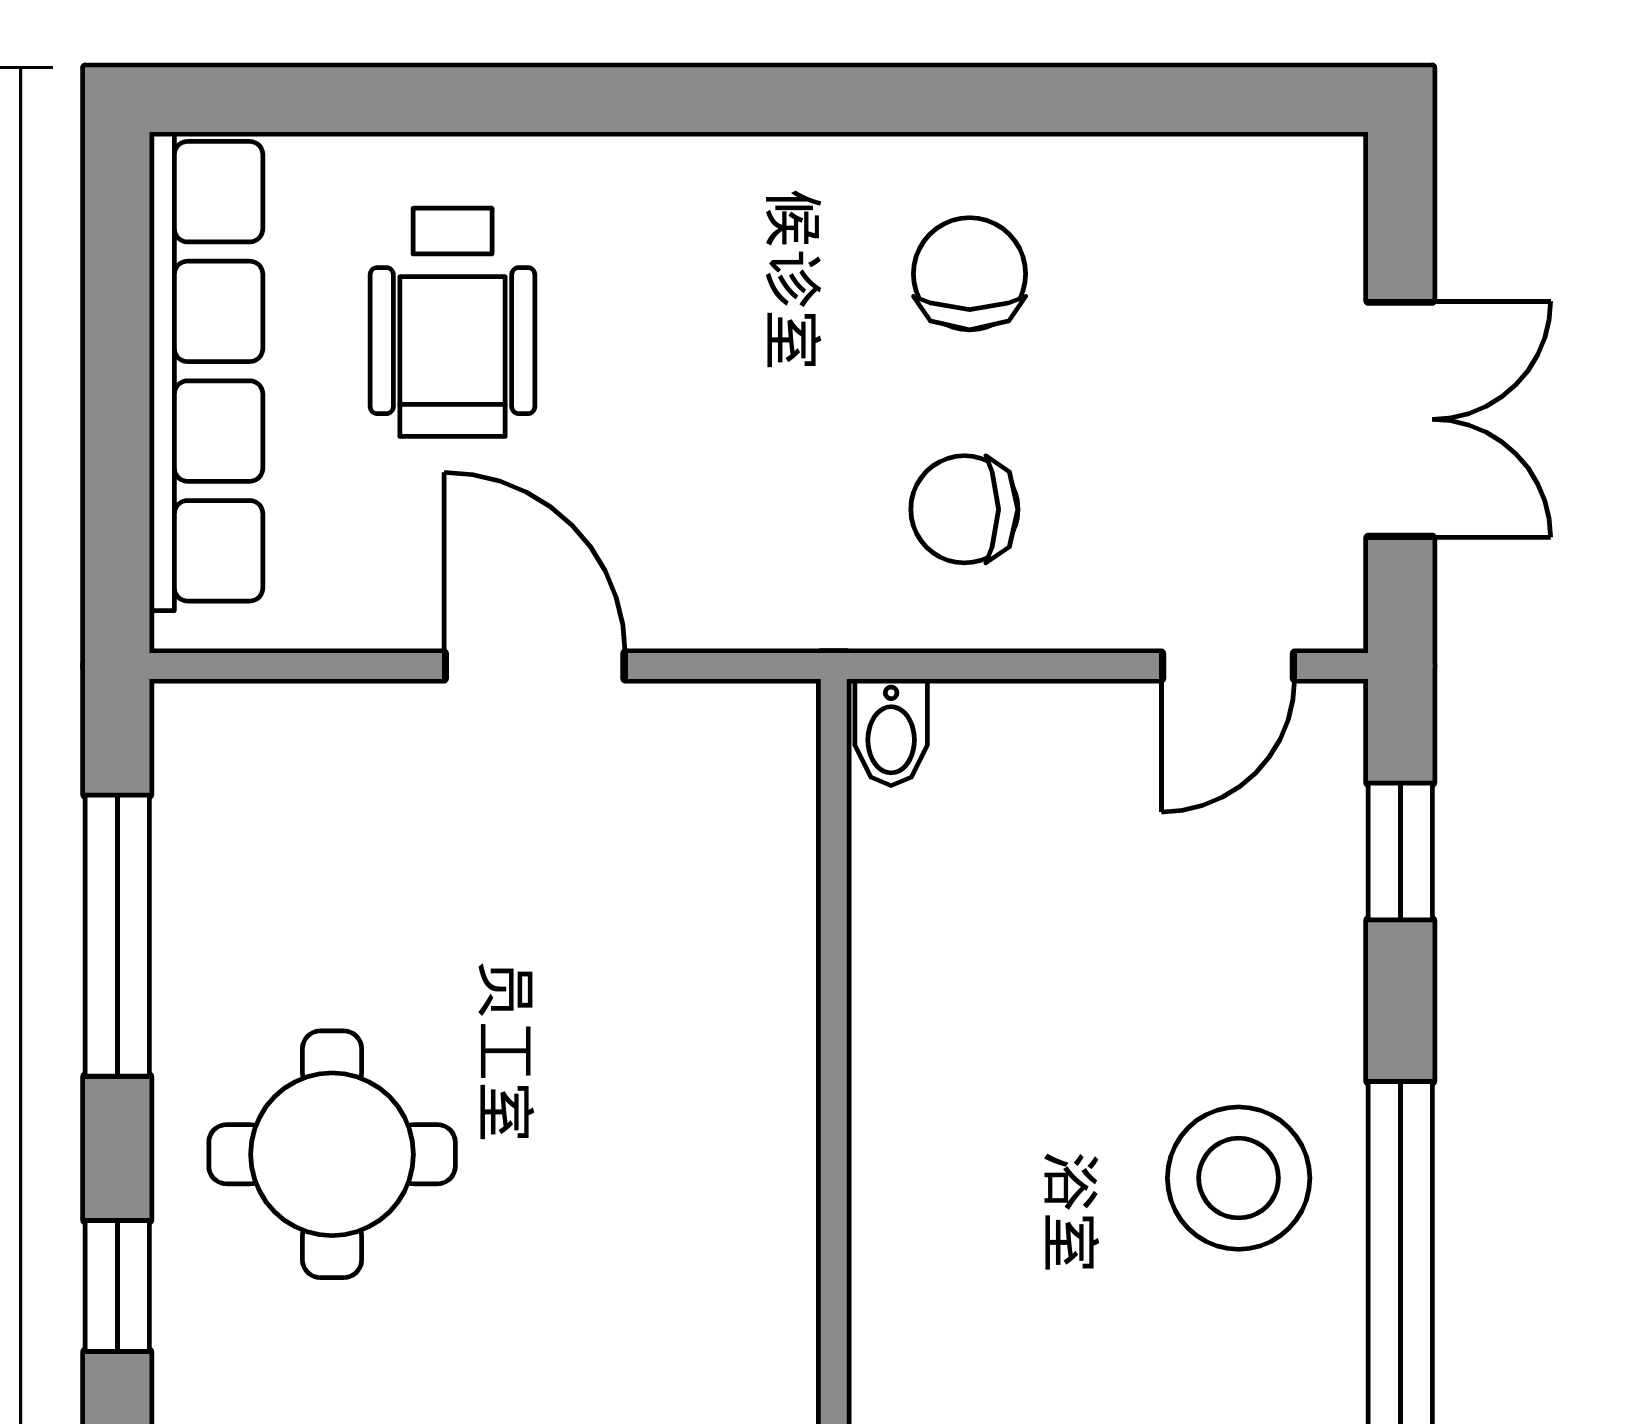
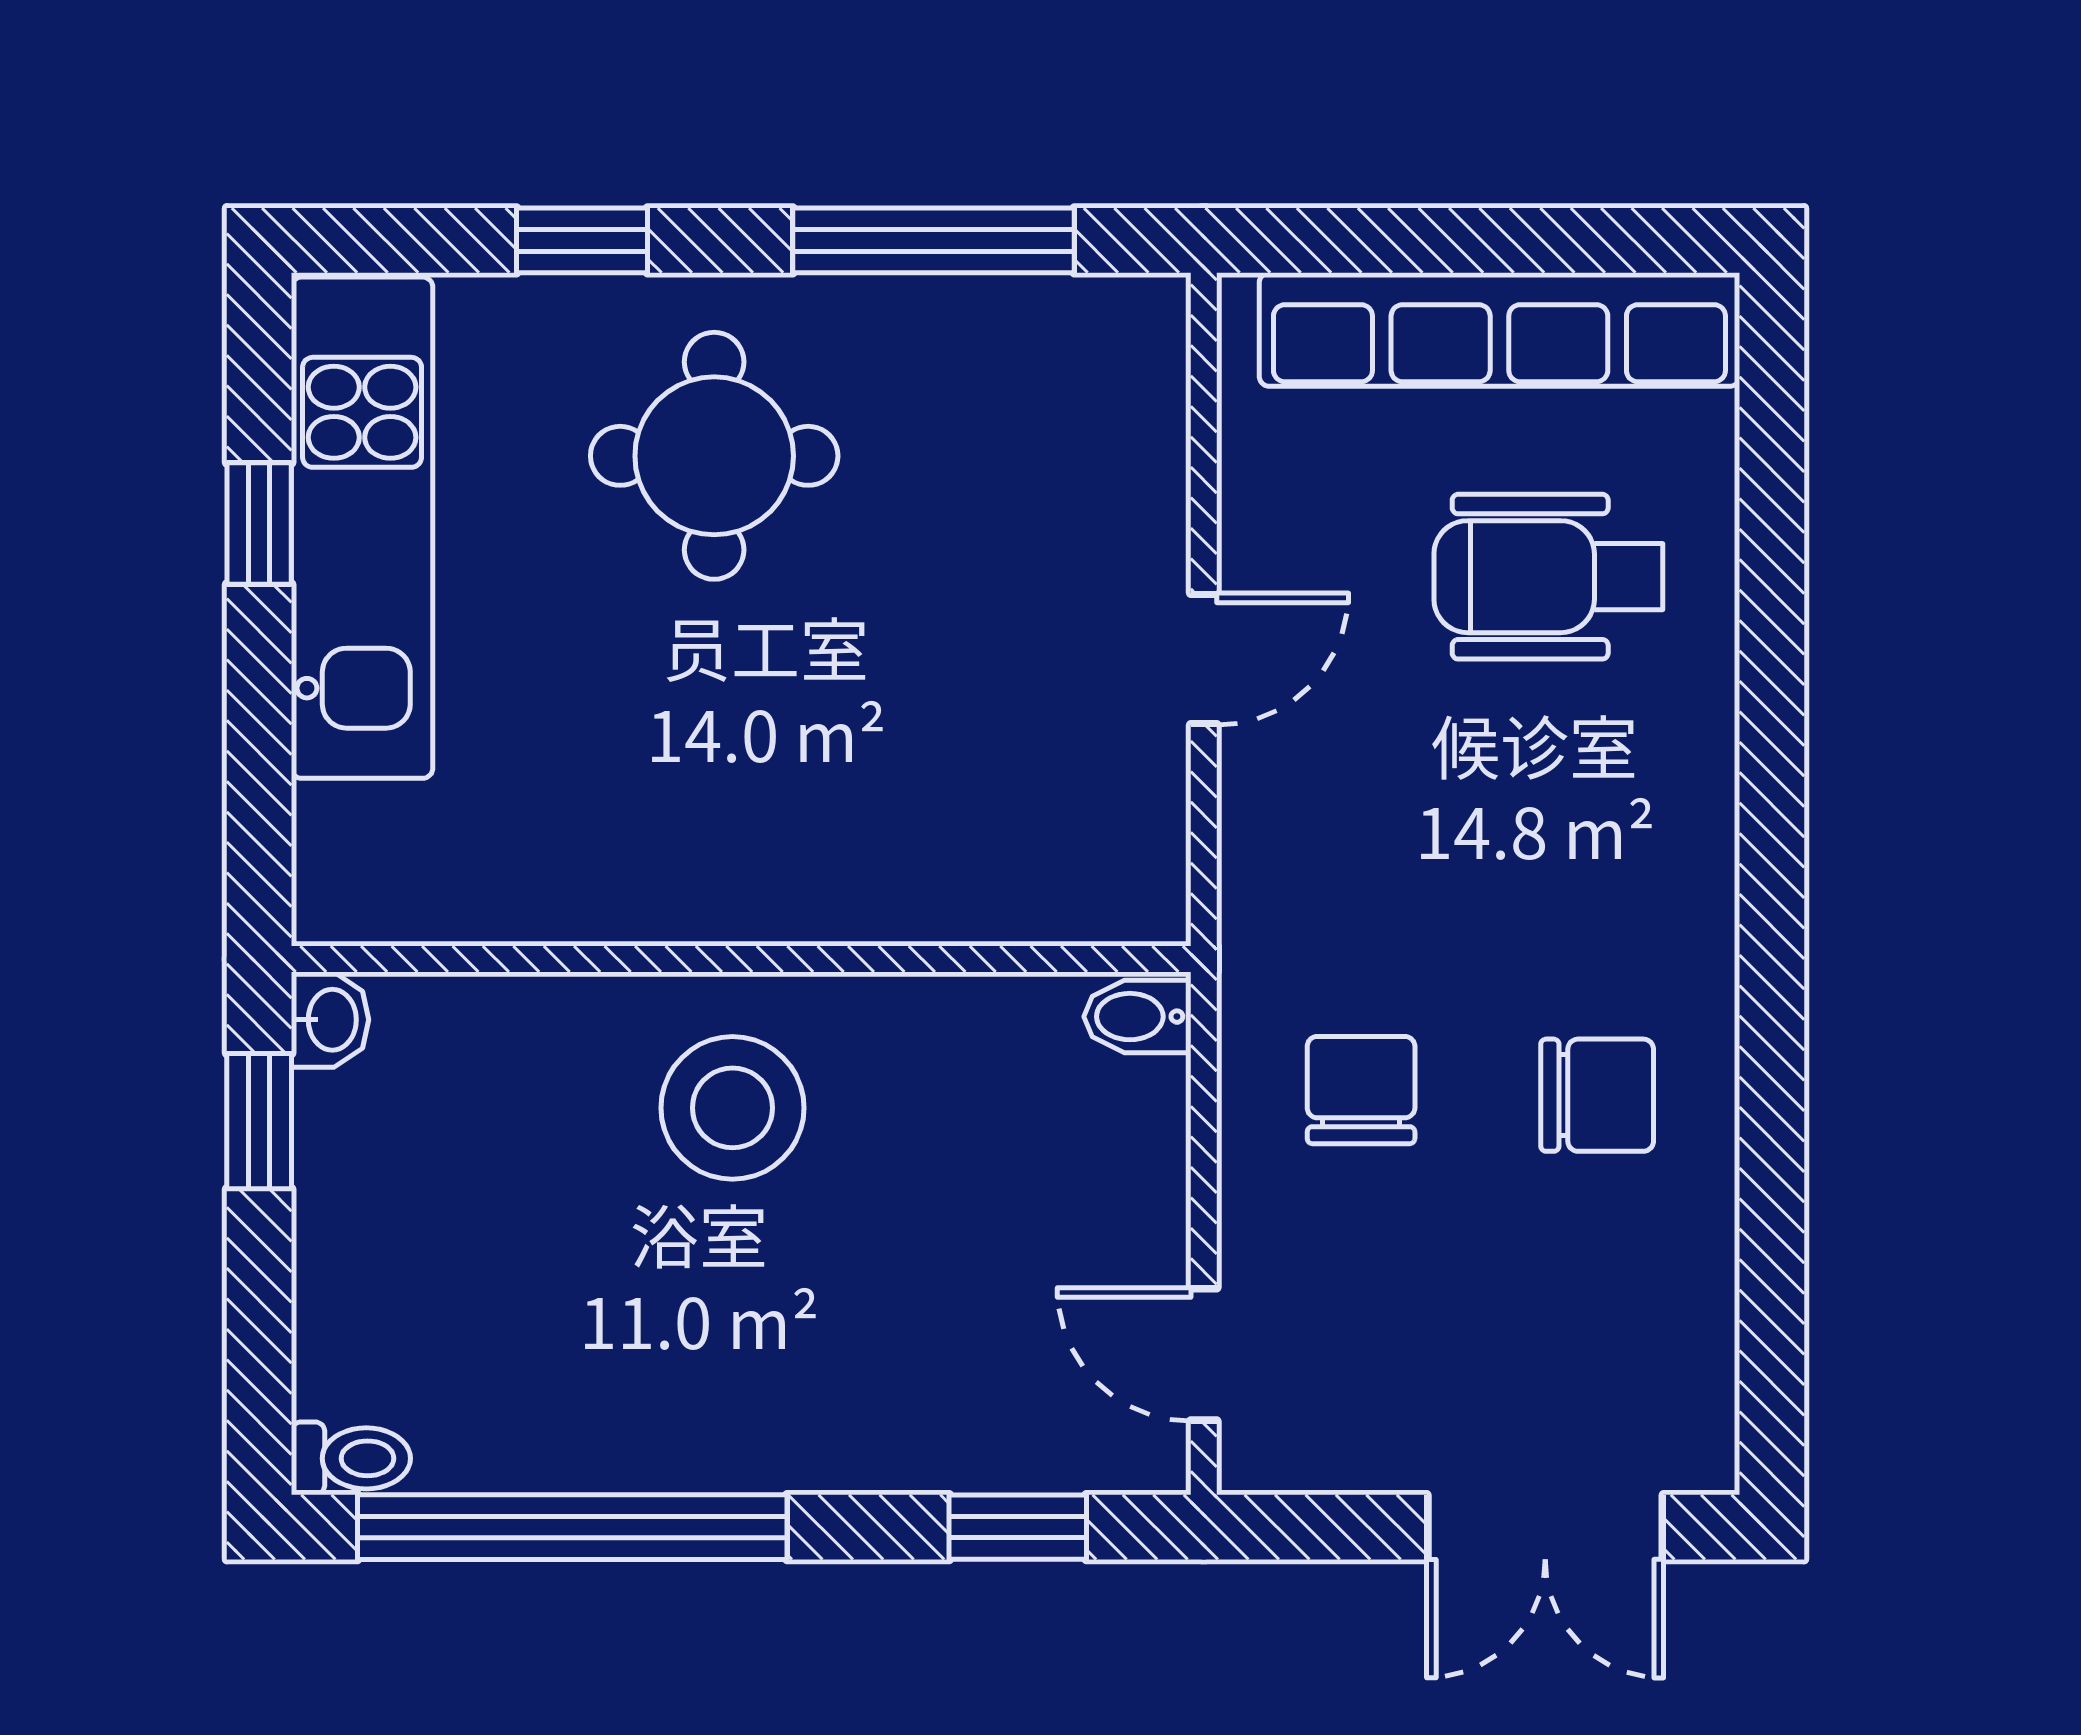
double door: (1400, 419) -> (1545, 1527), moved
door: (535, 666) -> (1204, 659), width x0.73
stool: (1239, 1178) -> (732, 1108), moved

